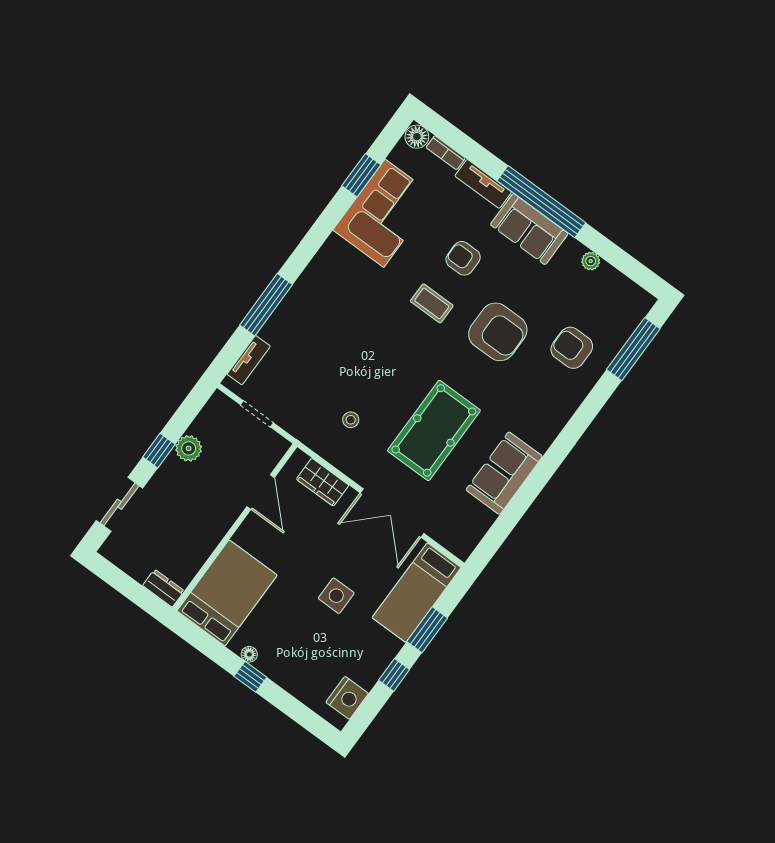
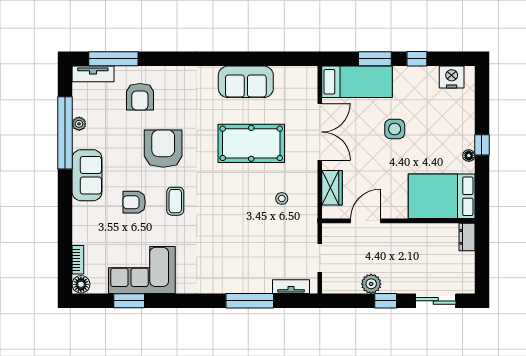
tv unit: (483, 184) -> (93, 74), moved, turned 90
window: (541, 202) -> (65, 133), moved
armchair: (463, 258) -> (134, 202), turned 90

